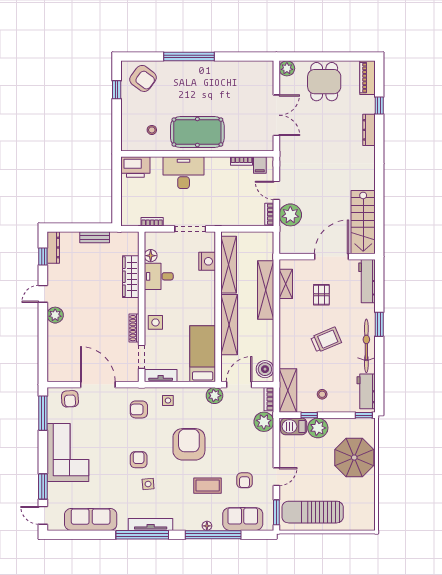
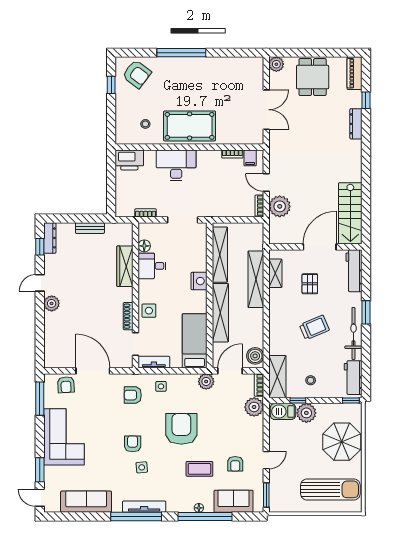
nightstand: (207, 261) -> (199, 281), moved
sun lounger: (313, 512) -> (330, 489), moved, turned 180

